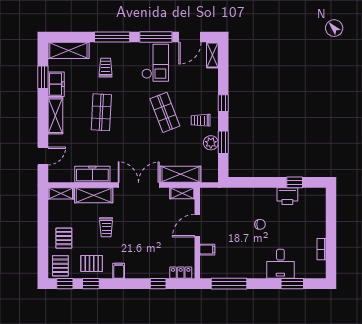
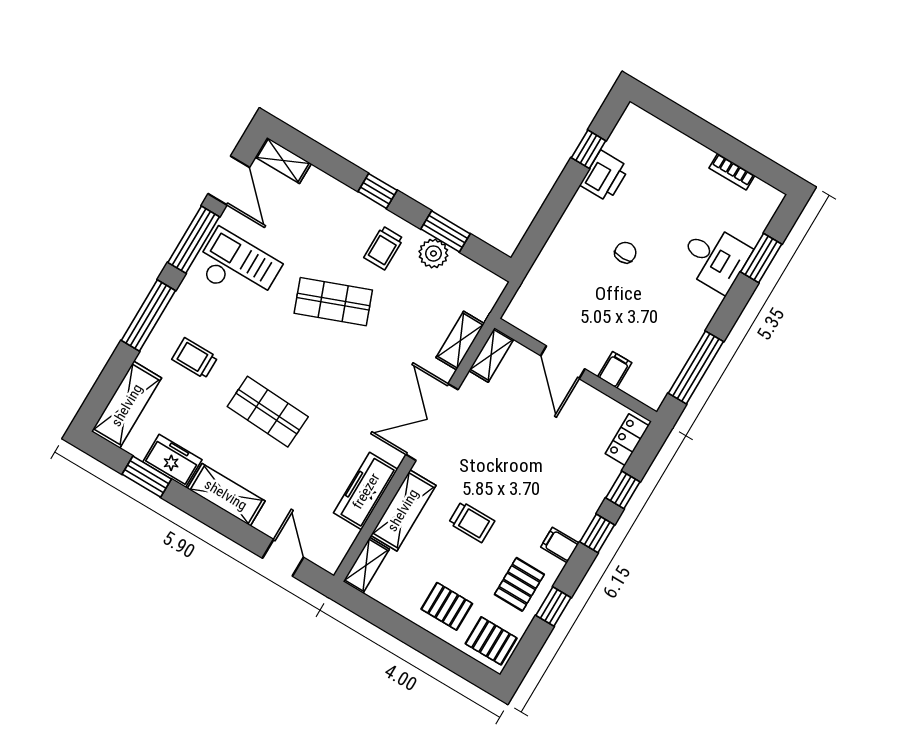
shelving: (181, 174) -> (460, 341), width x0.67, depth x0.75
window: (65, 284) -> (597, 533), moved

